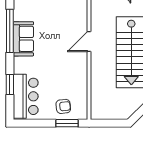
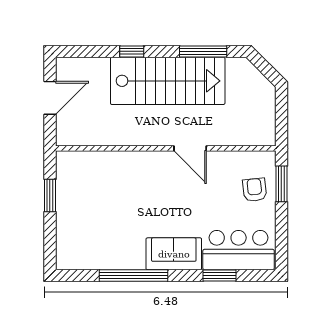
sofa: (23, 39) -> (174, 254), moved
door: (89, 41) -> (190, 148), moved

